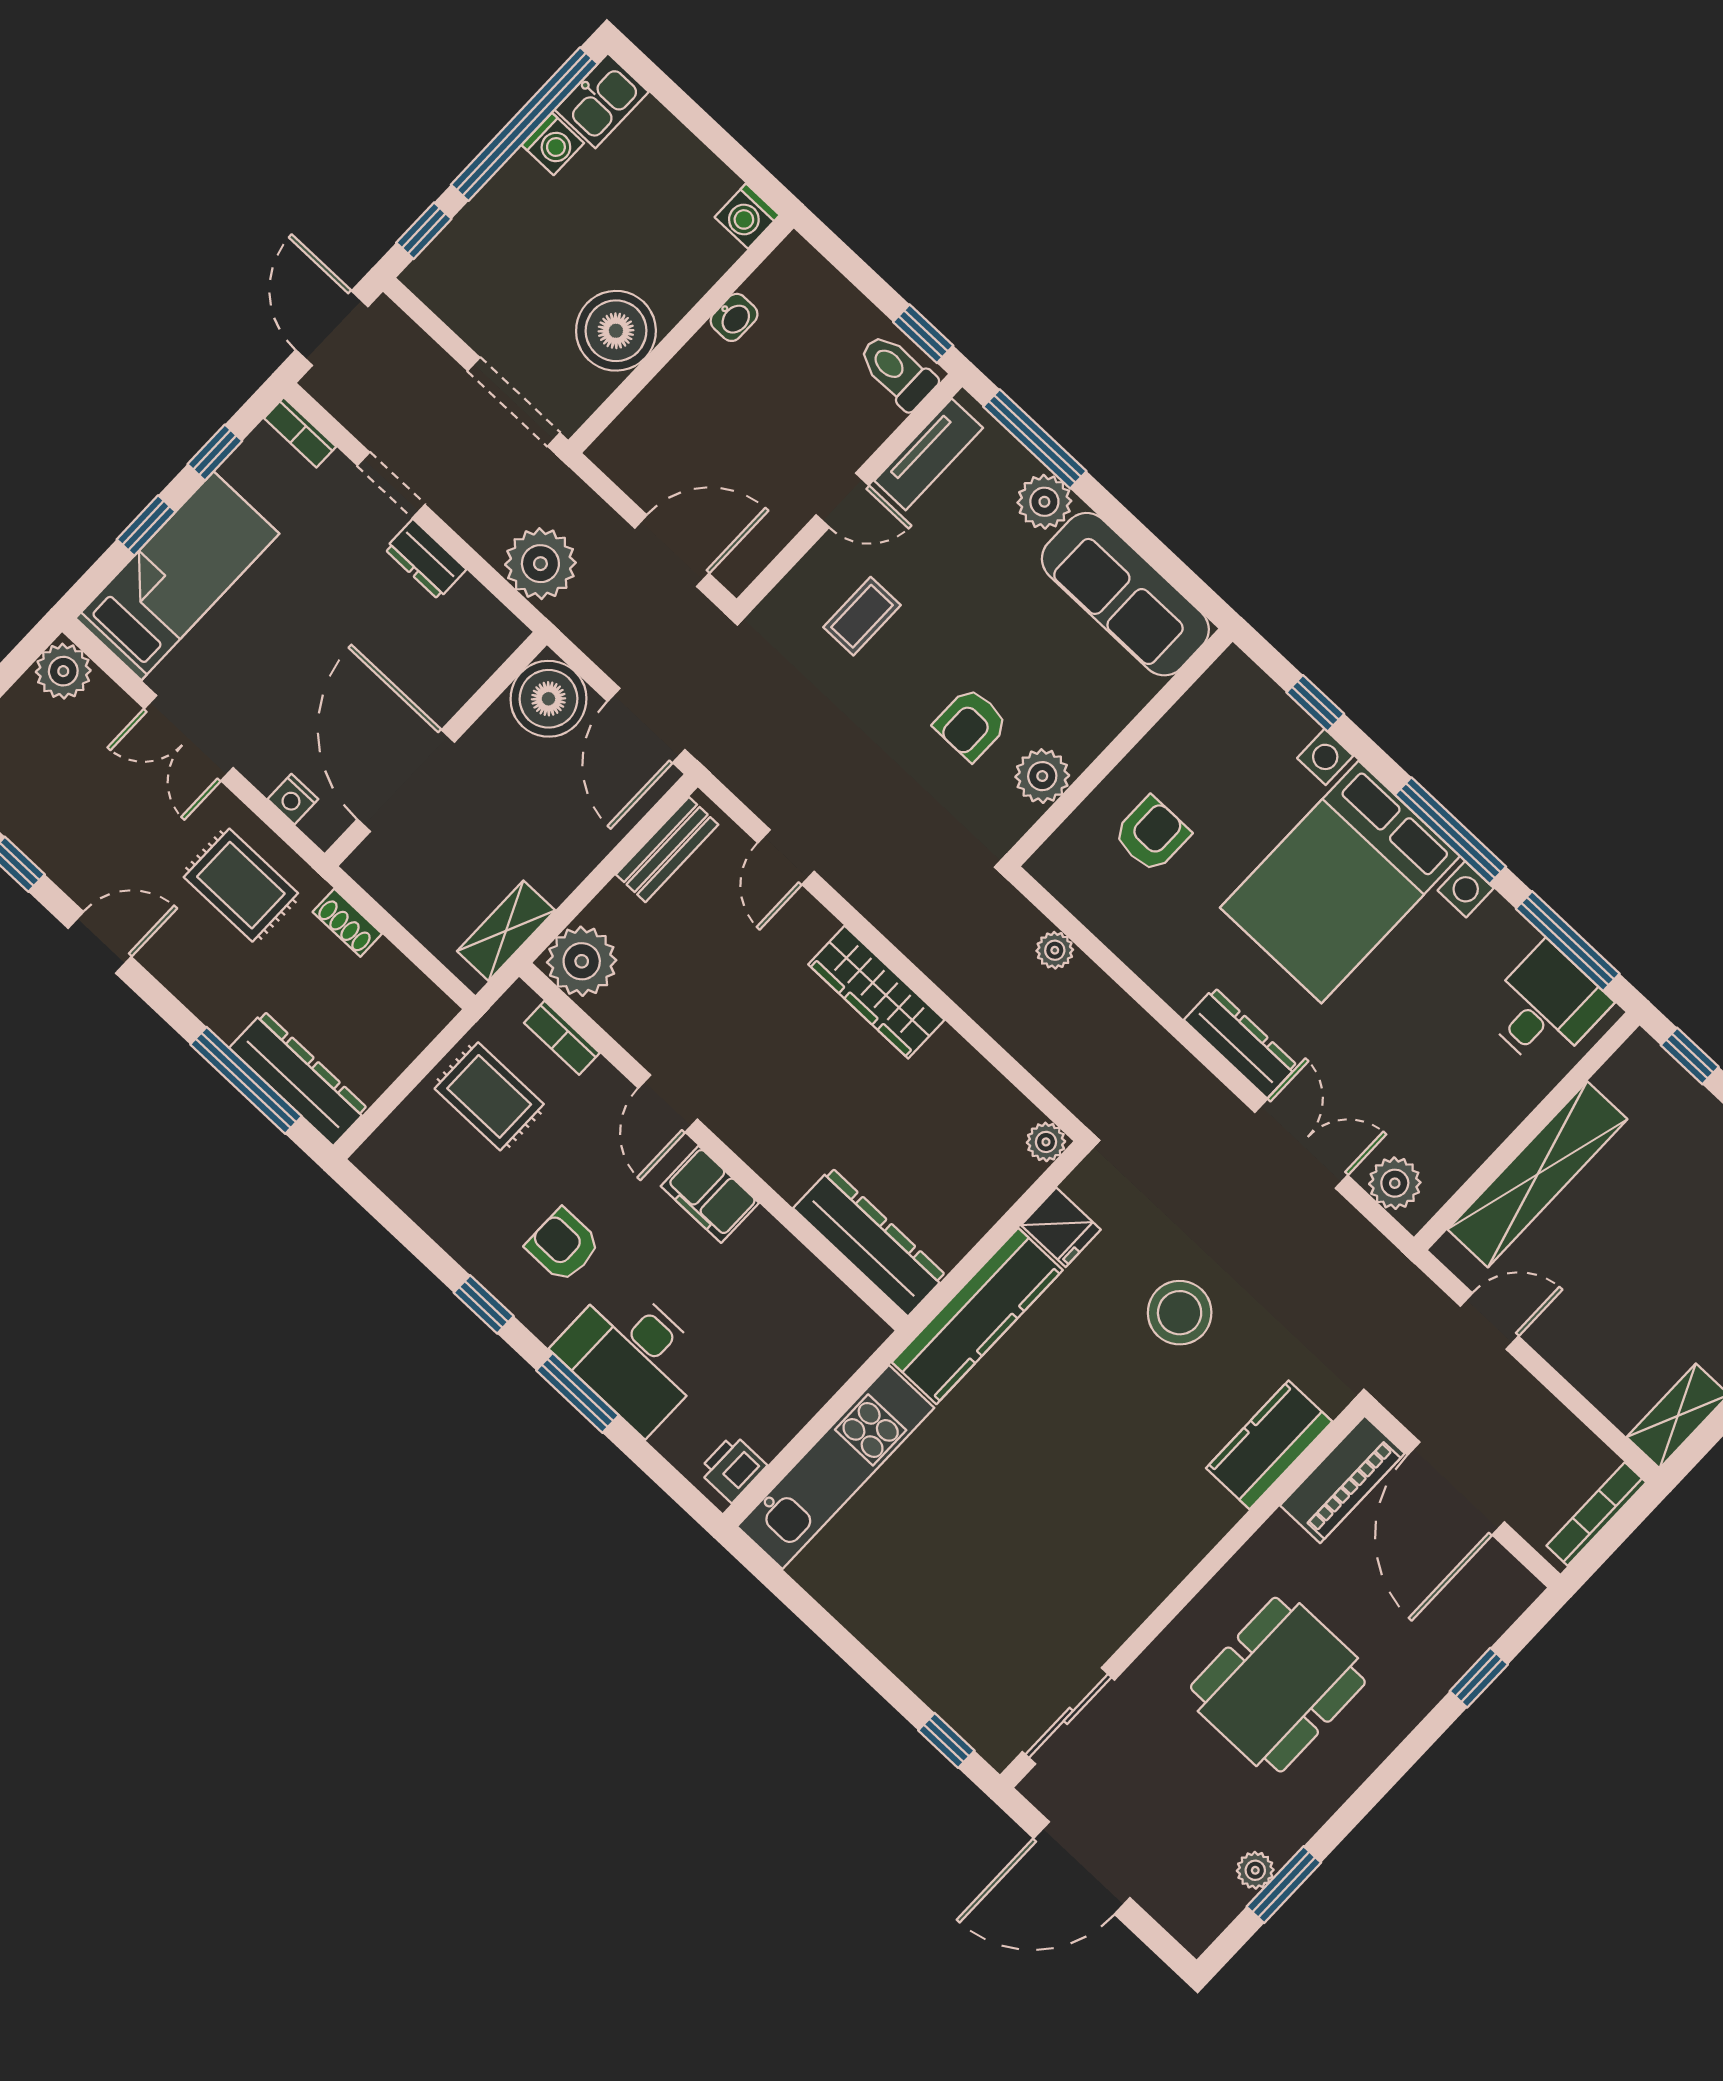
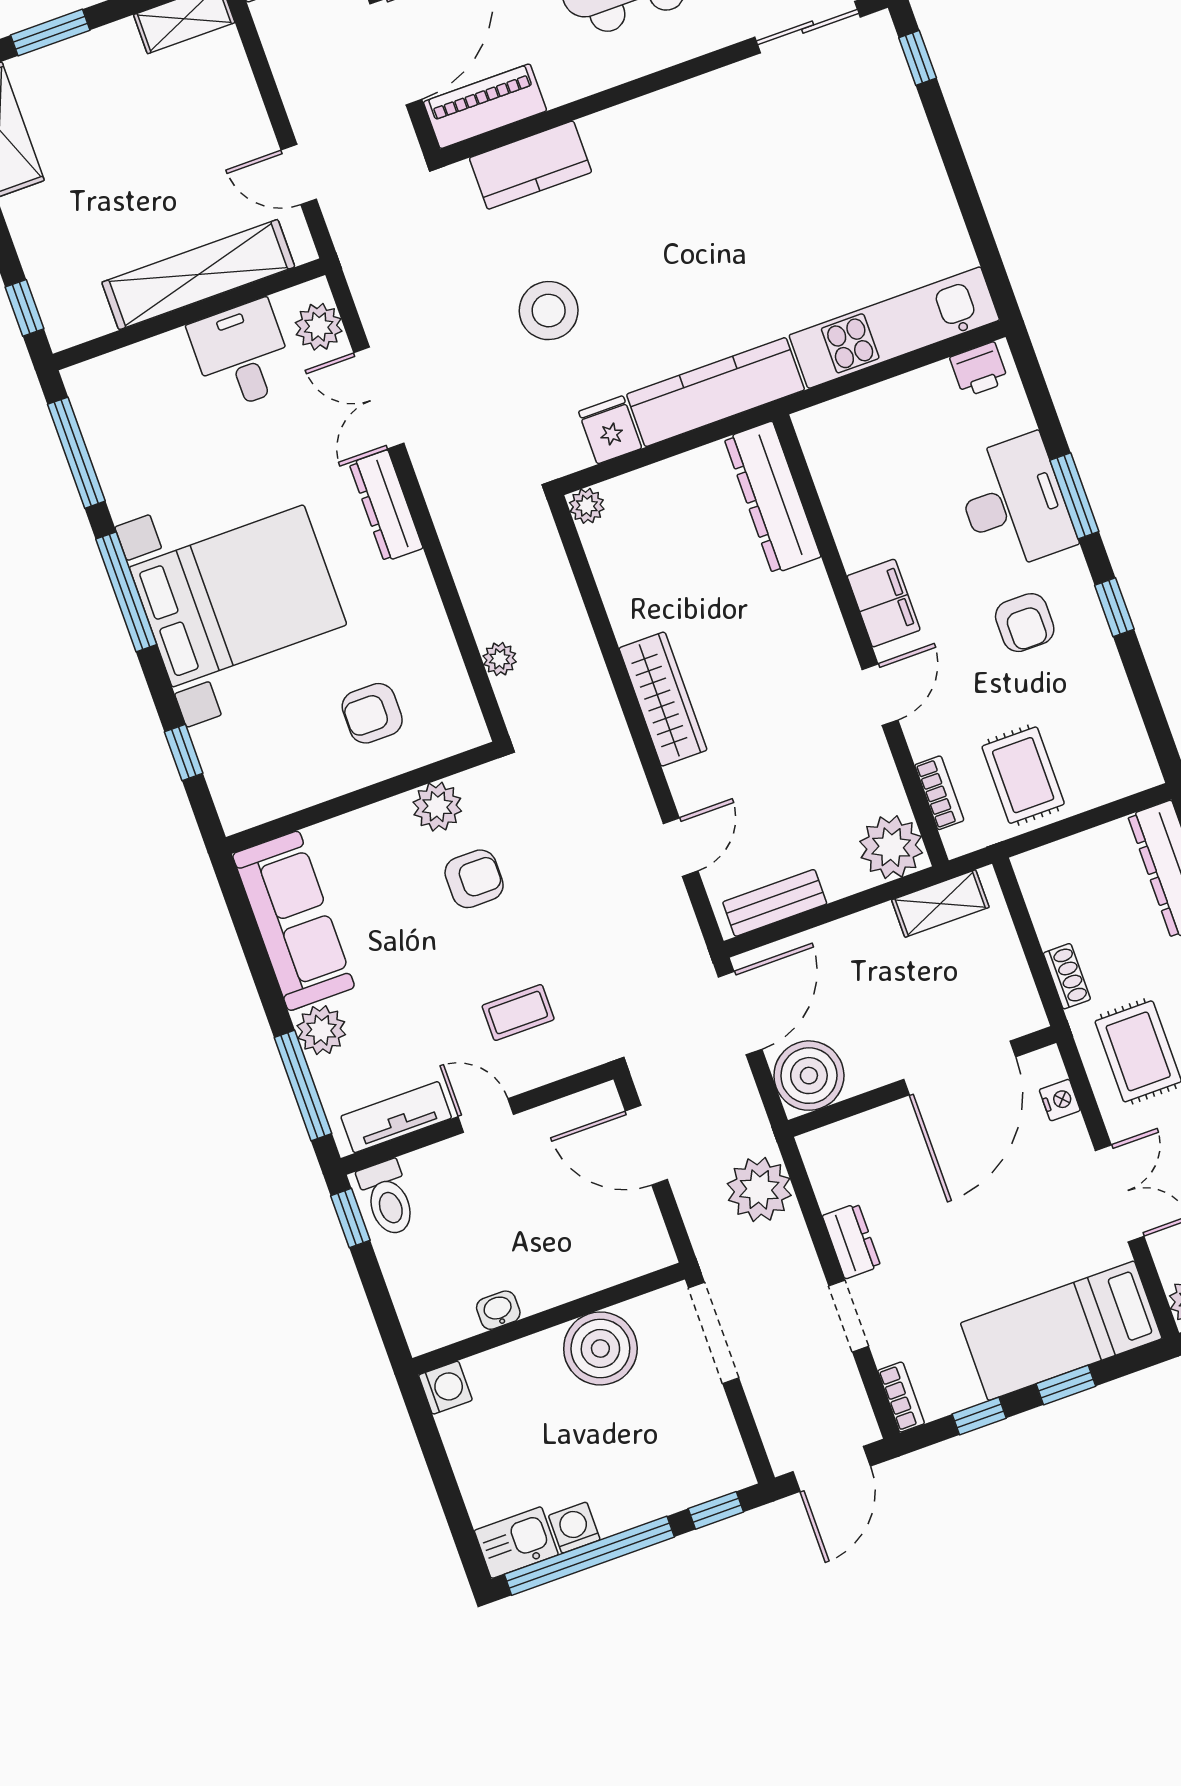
desk: (1545, 1007) -> (242, 355), moved, turned 90

